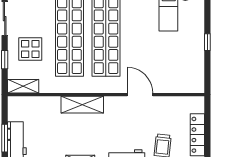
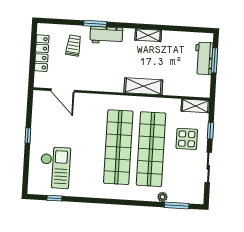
door: (140, 95) -> (63, 90), moved

